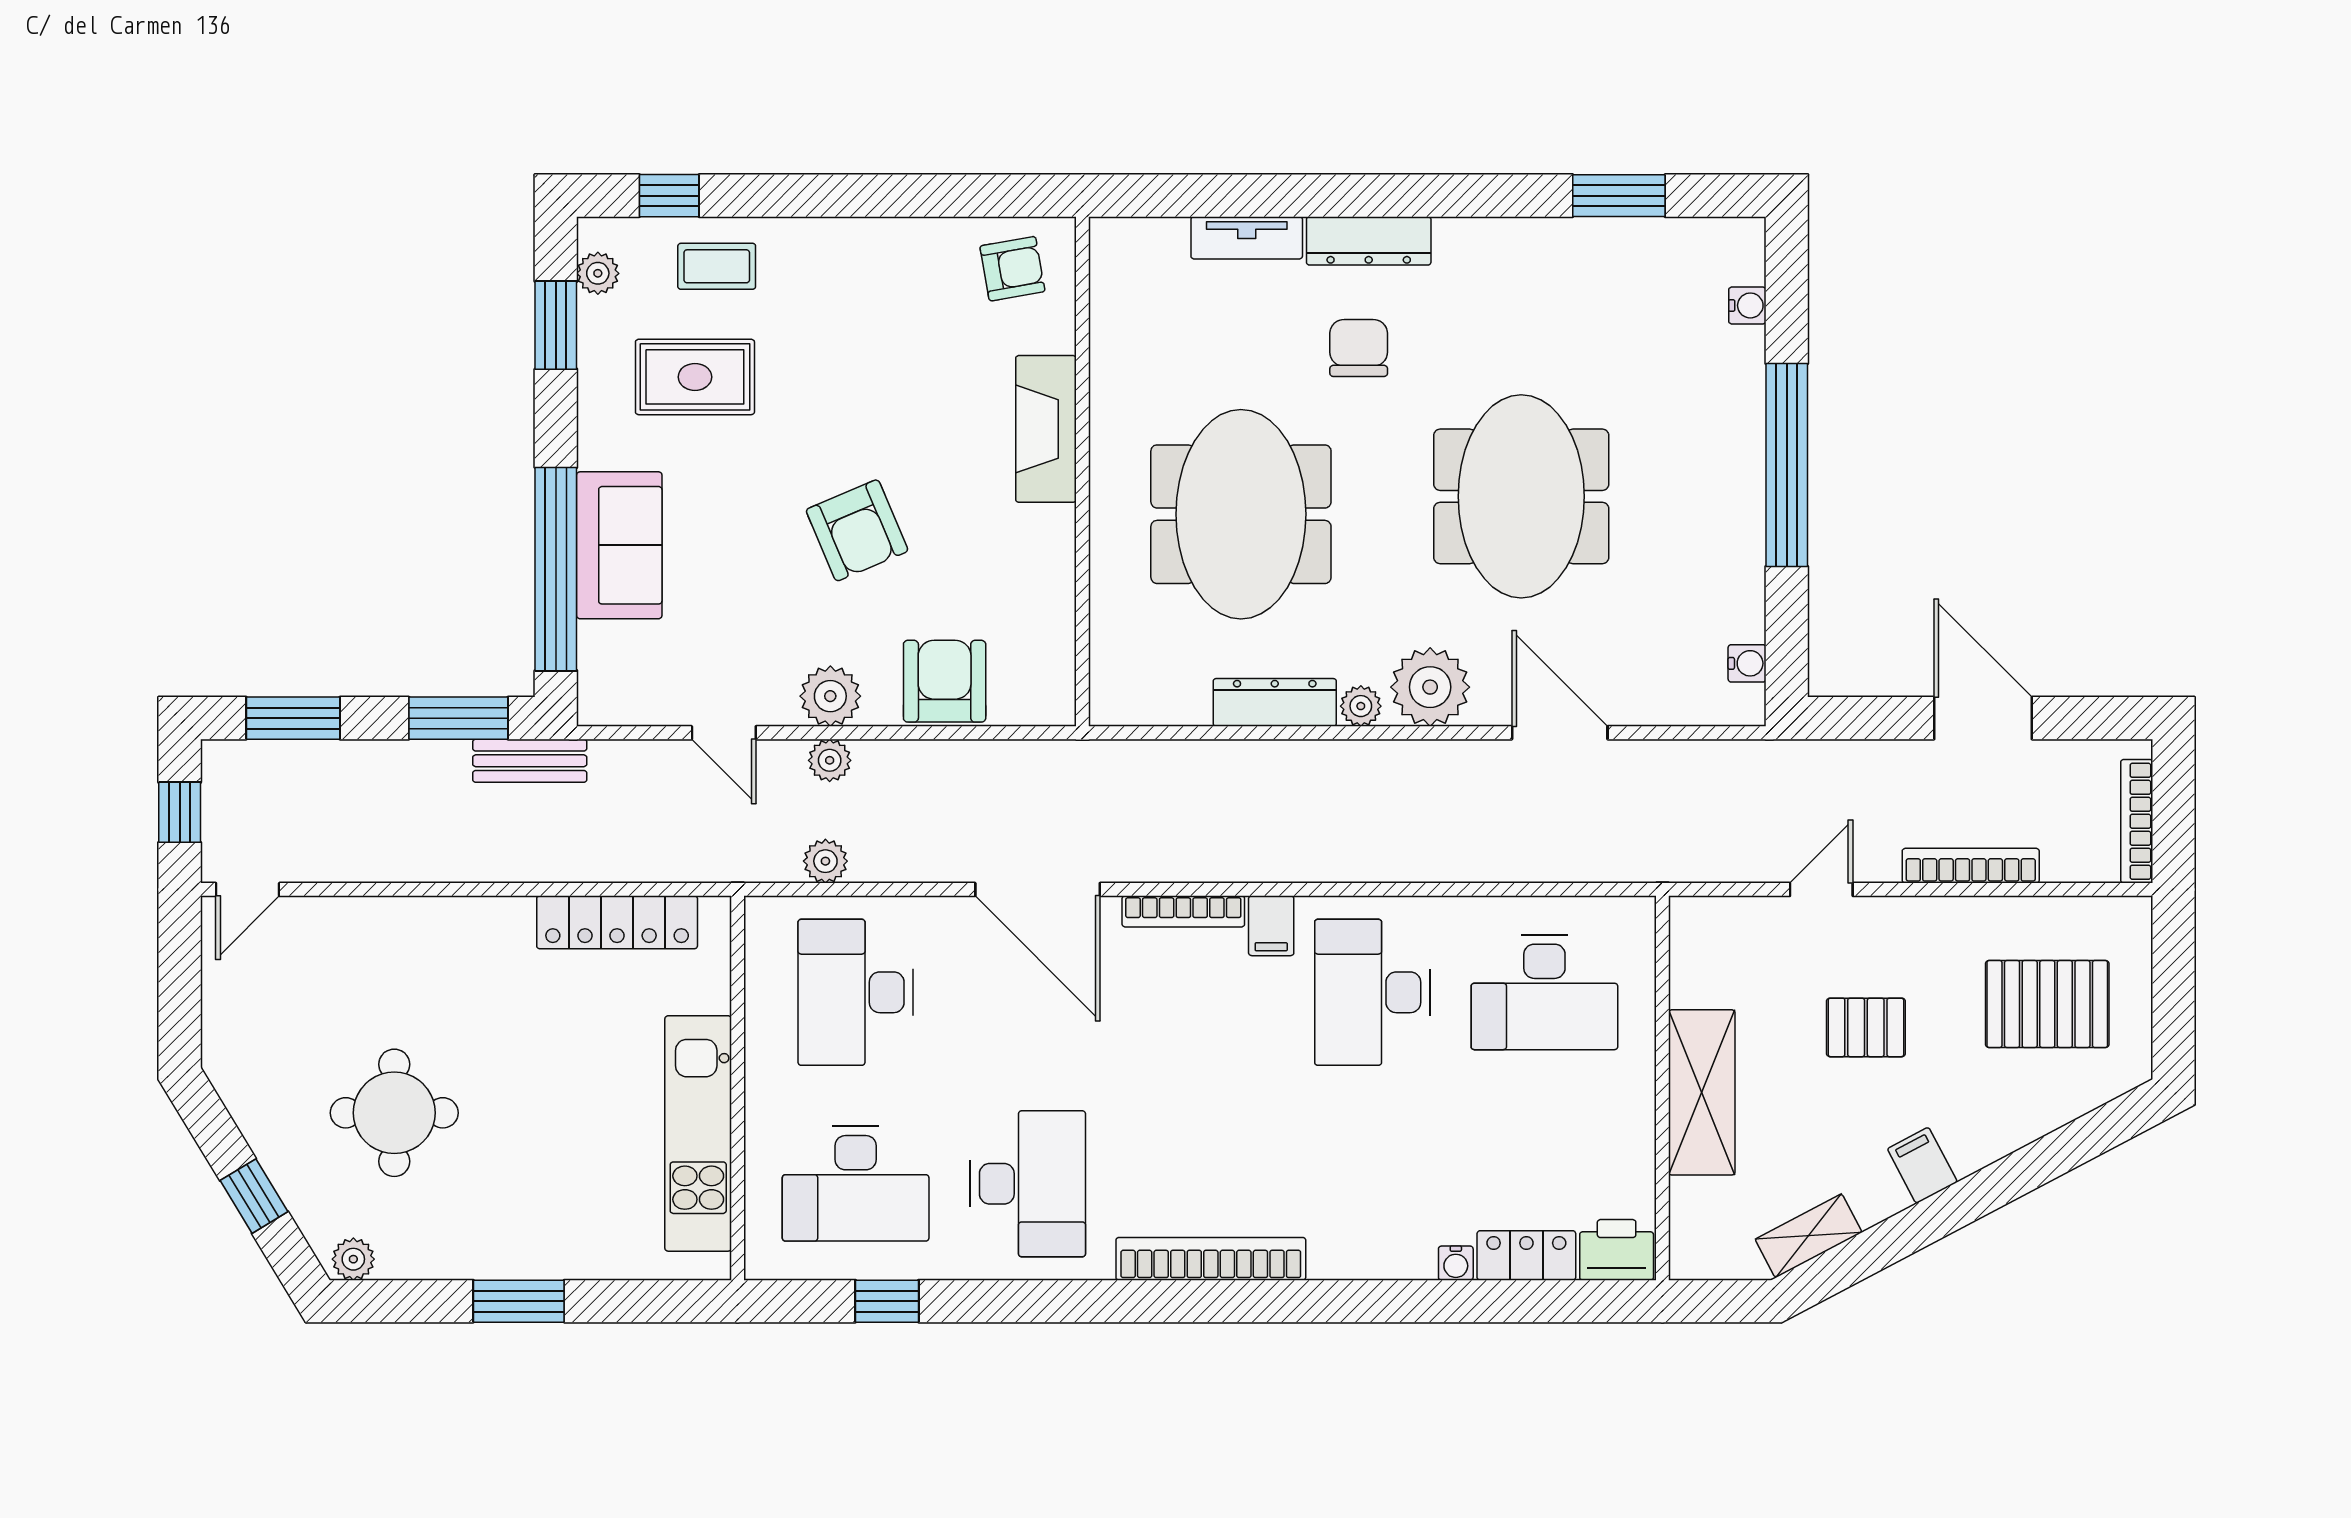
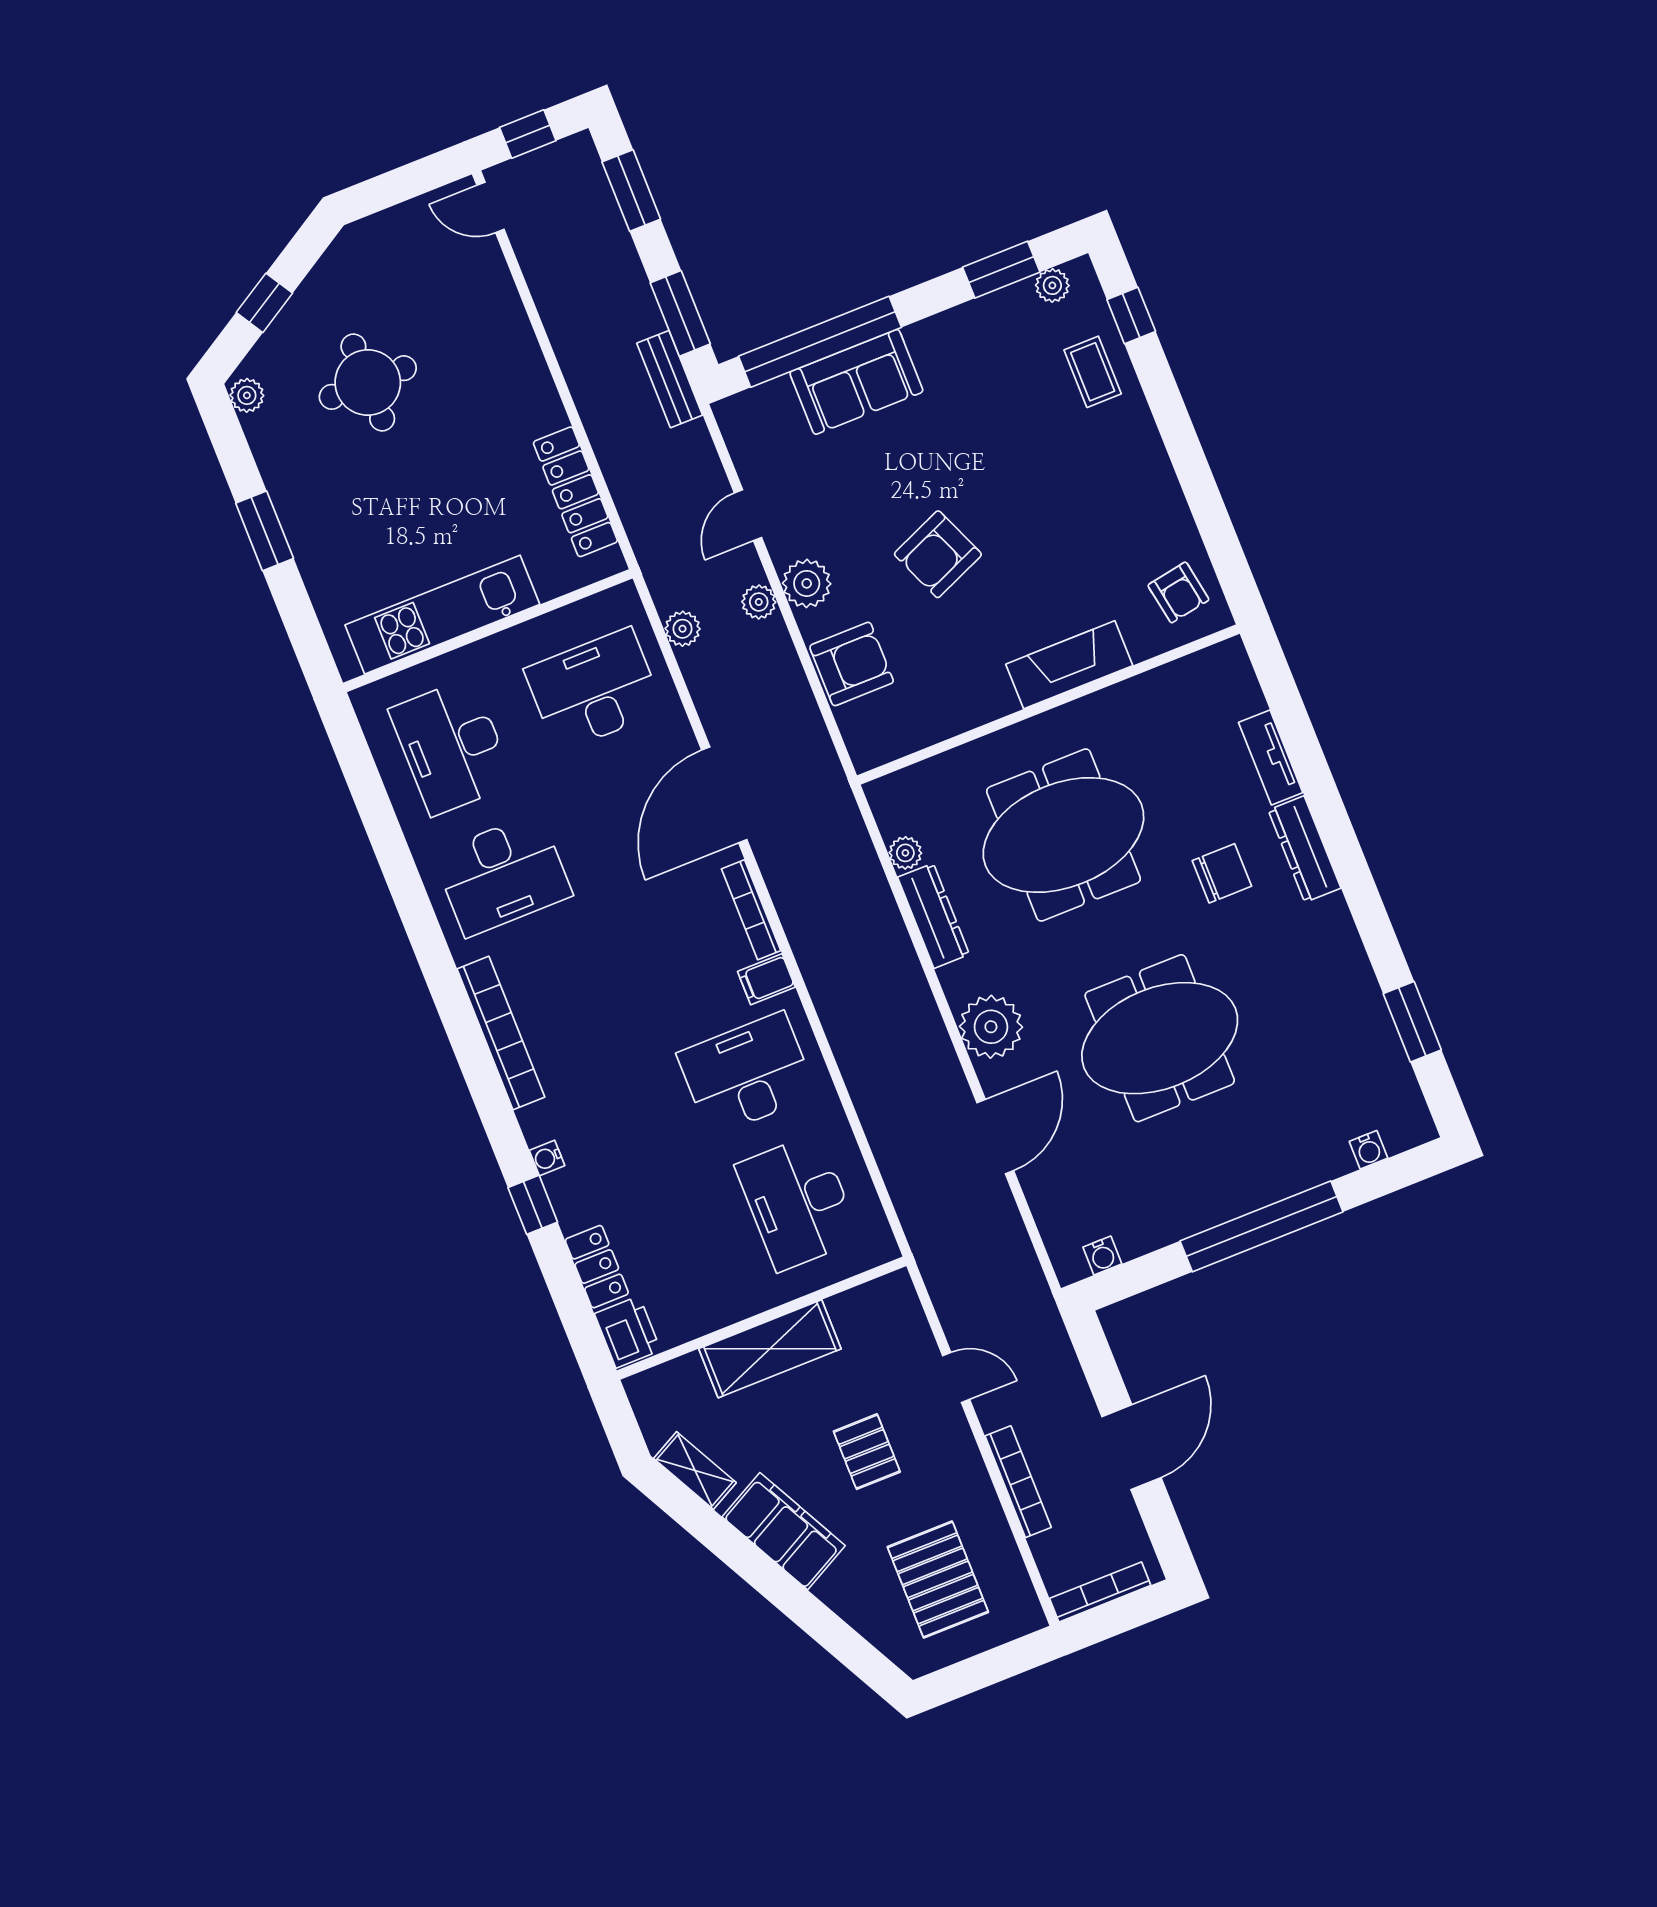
rug: (695, 377) -> (1004, 388), removed
plant: (1361, 706) -> (905, 853), moved
filing cabinet: (1922, 1165) -> (784, 1531), width x3.00, depth x1.17
water cooler: (1456, 1263) -> (547, 1158), moved
window: (887, 1301) -> (533, 1205), moved

